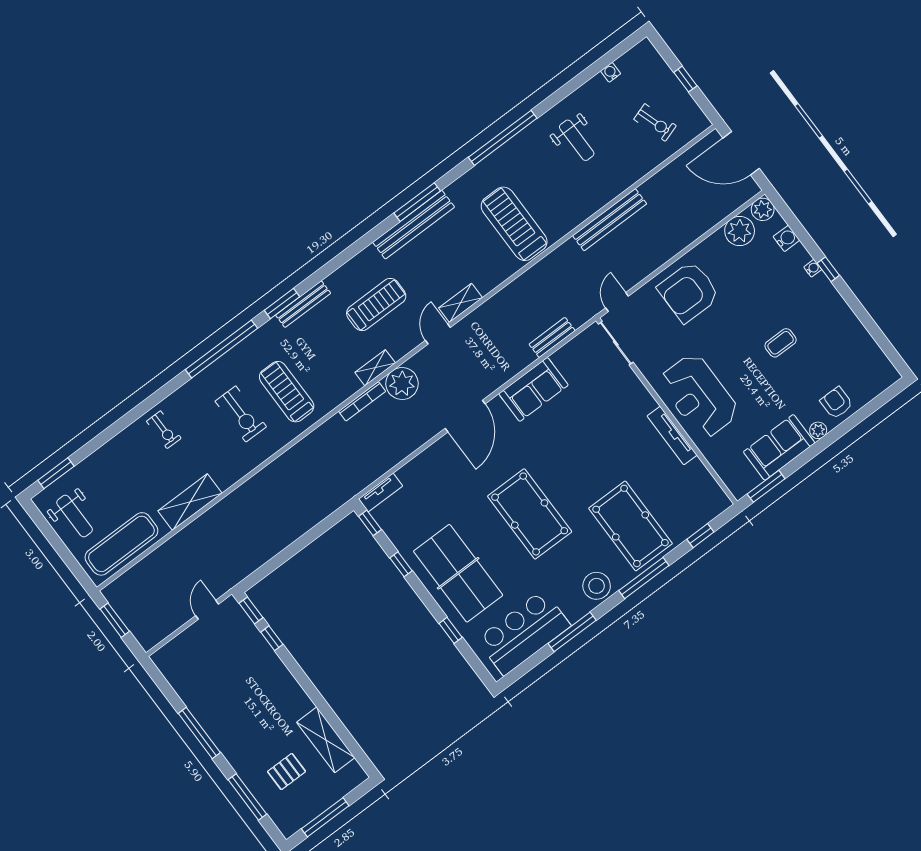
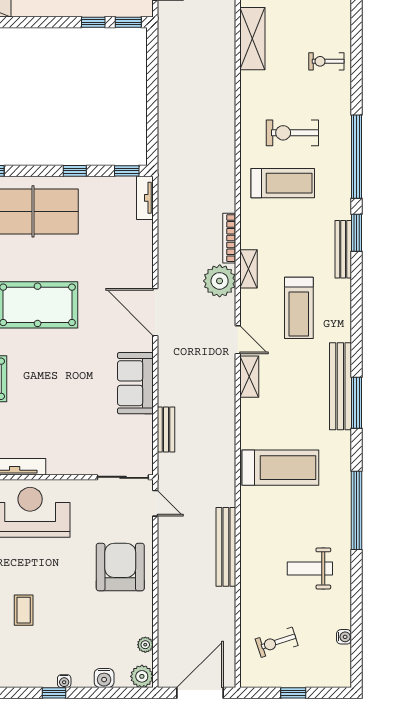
plant: (740, 231) -> (145, 645), width x0.53, depth x0.53

